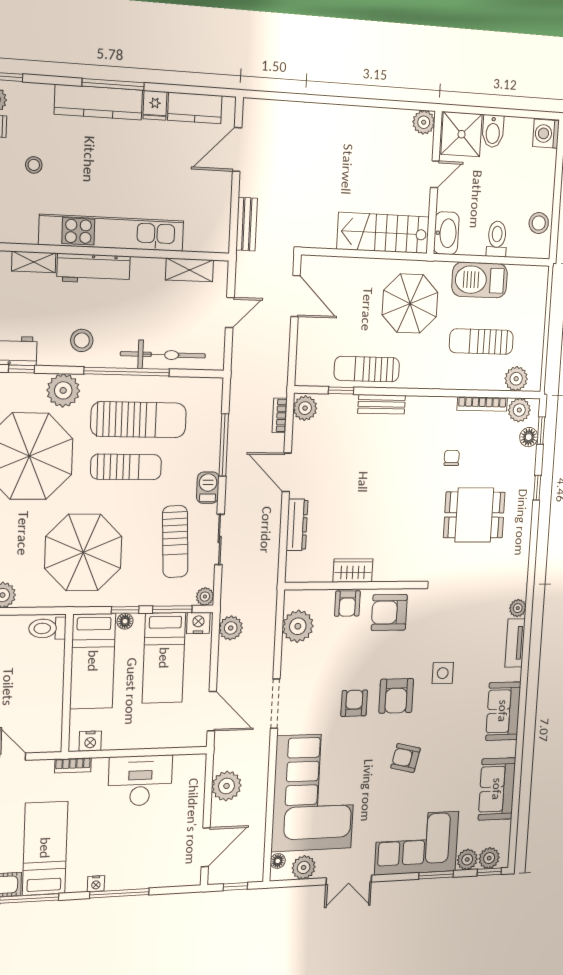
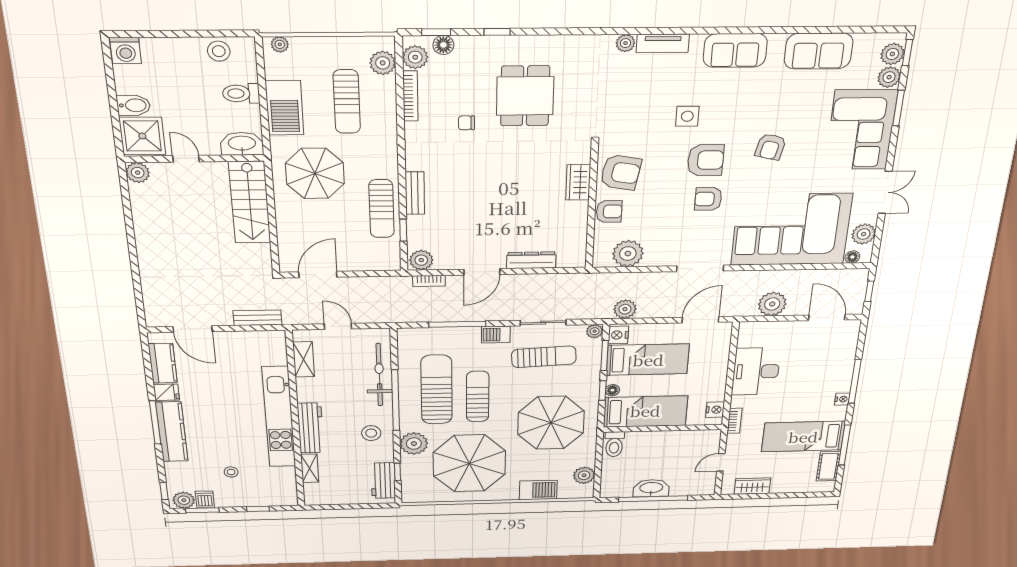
plant: (541, 282) -> (280, 44), added
wardrobe: (353, 571) -> (578, 182), moved
armchair: (389, 612) -> (621, 172), turned -80

